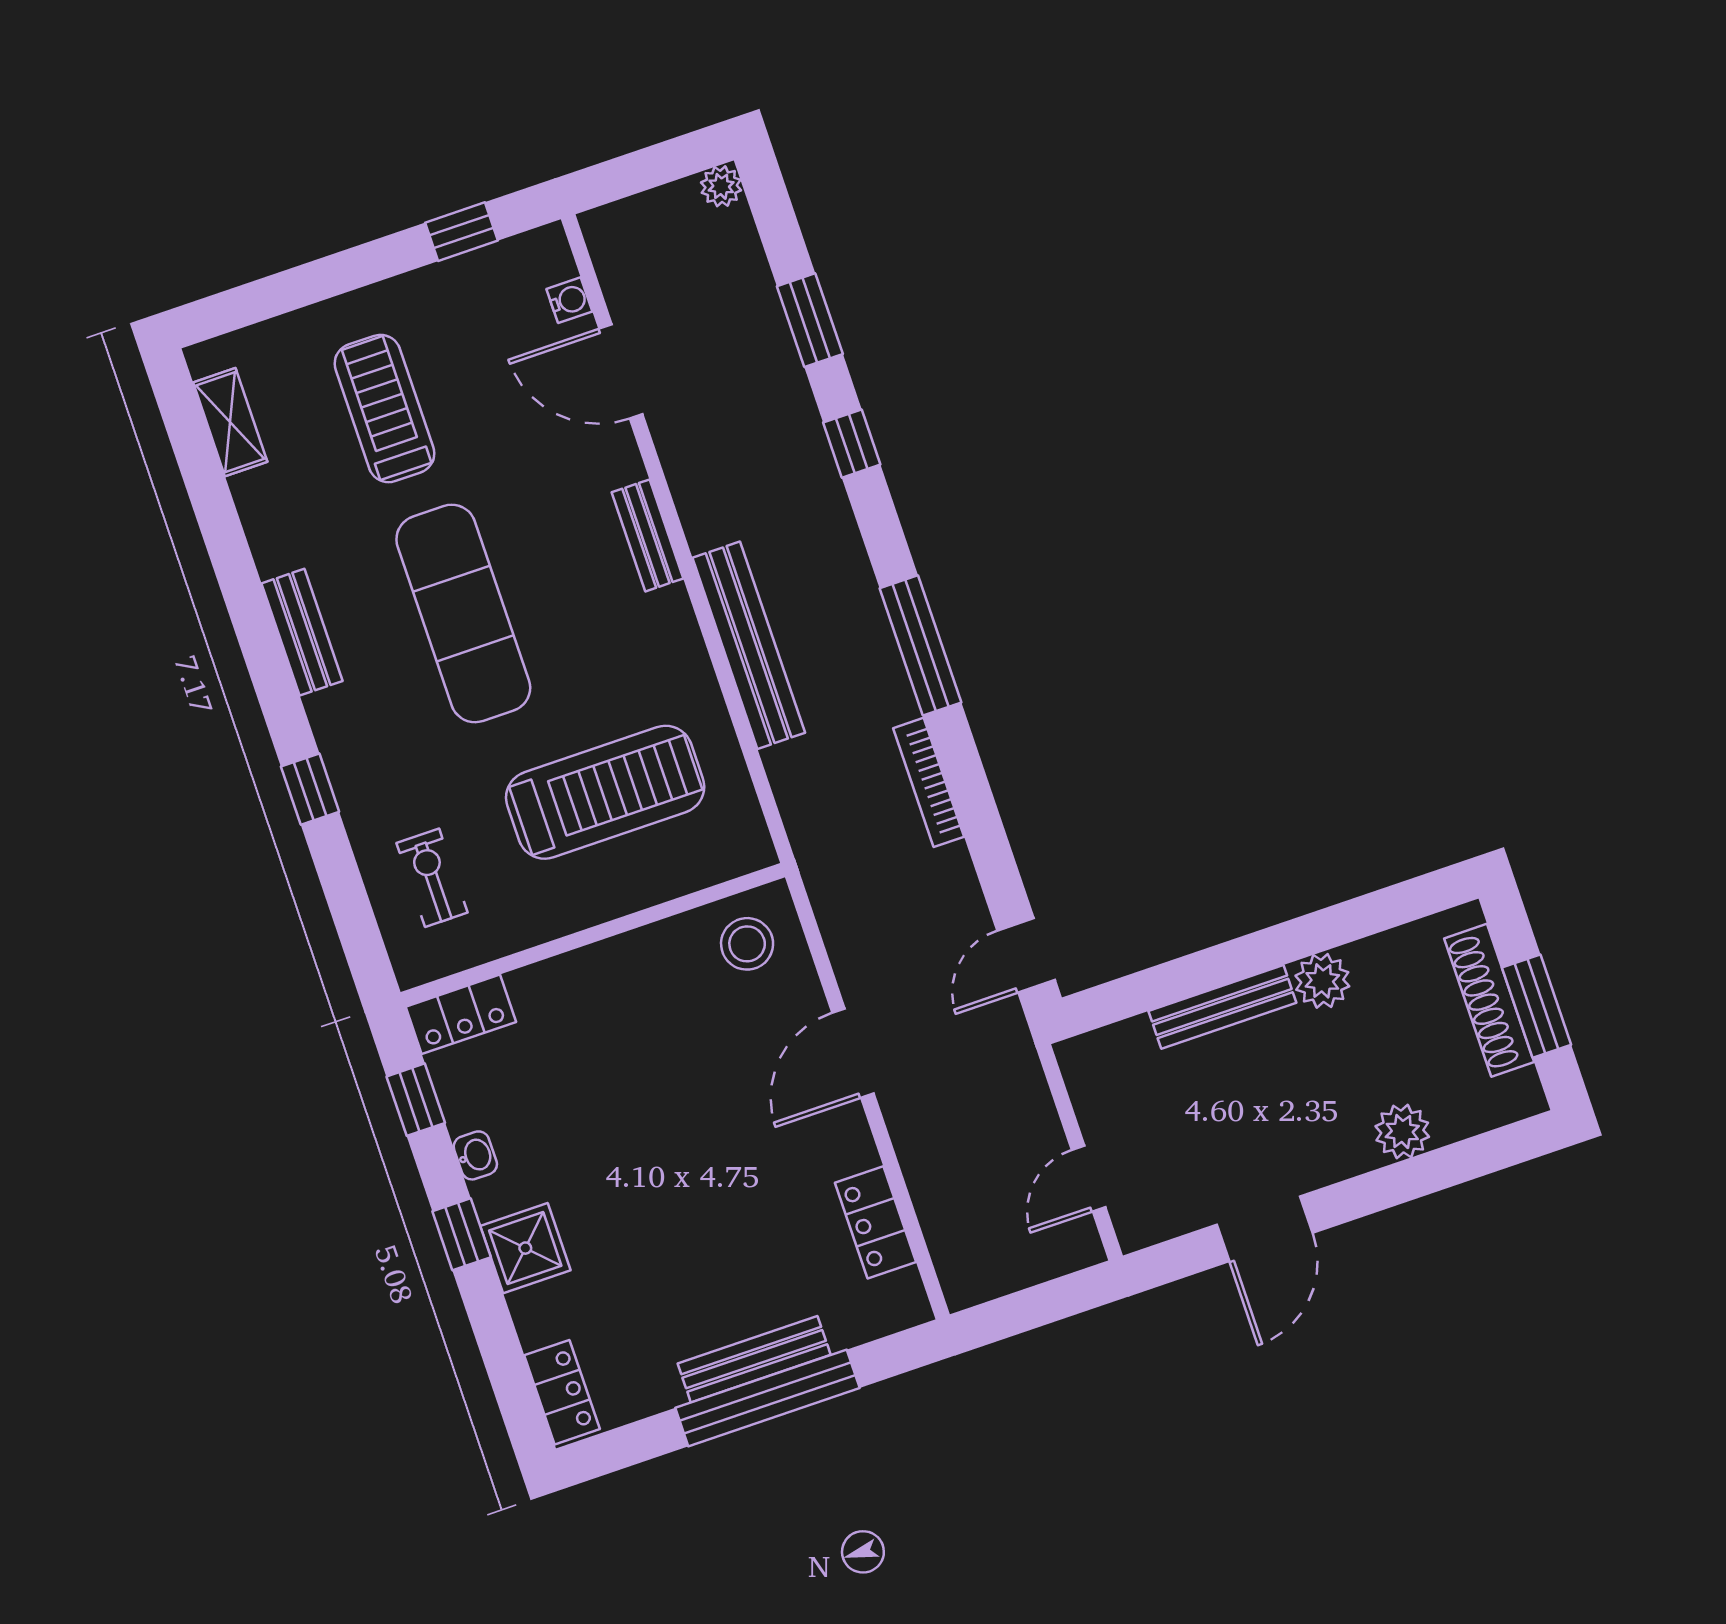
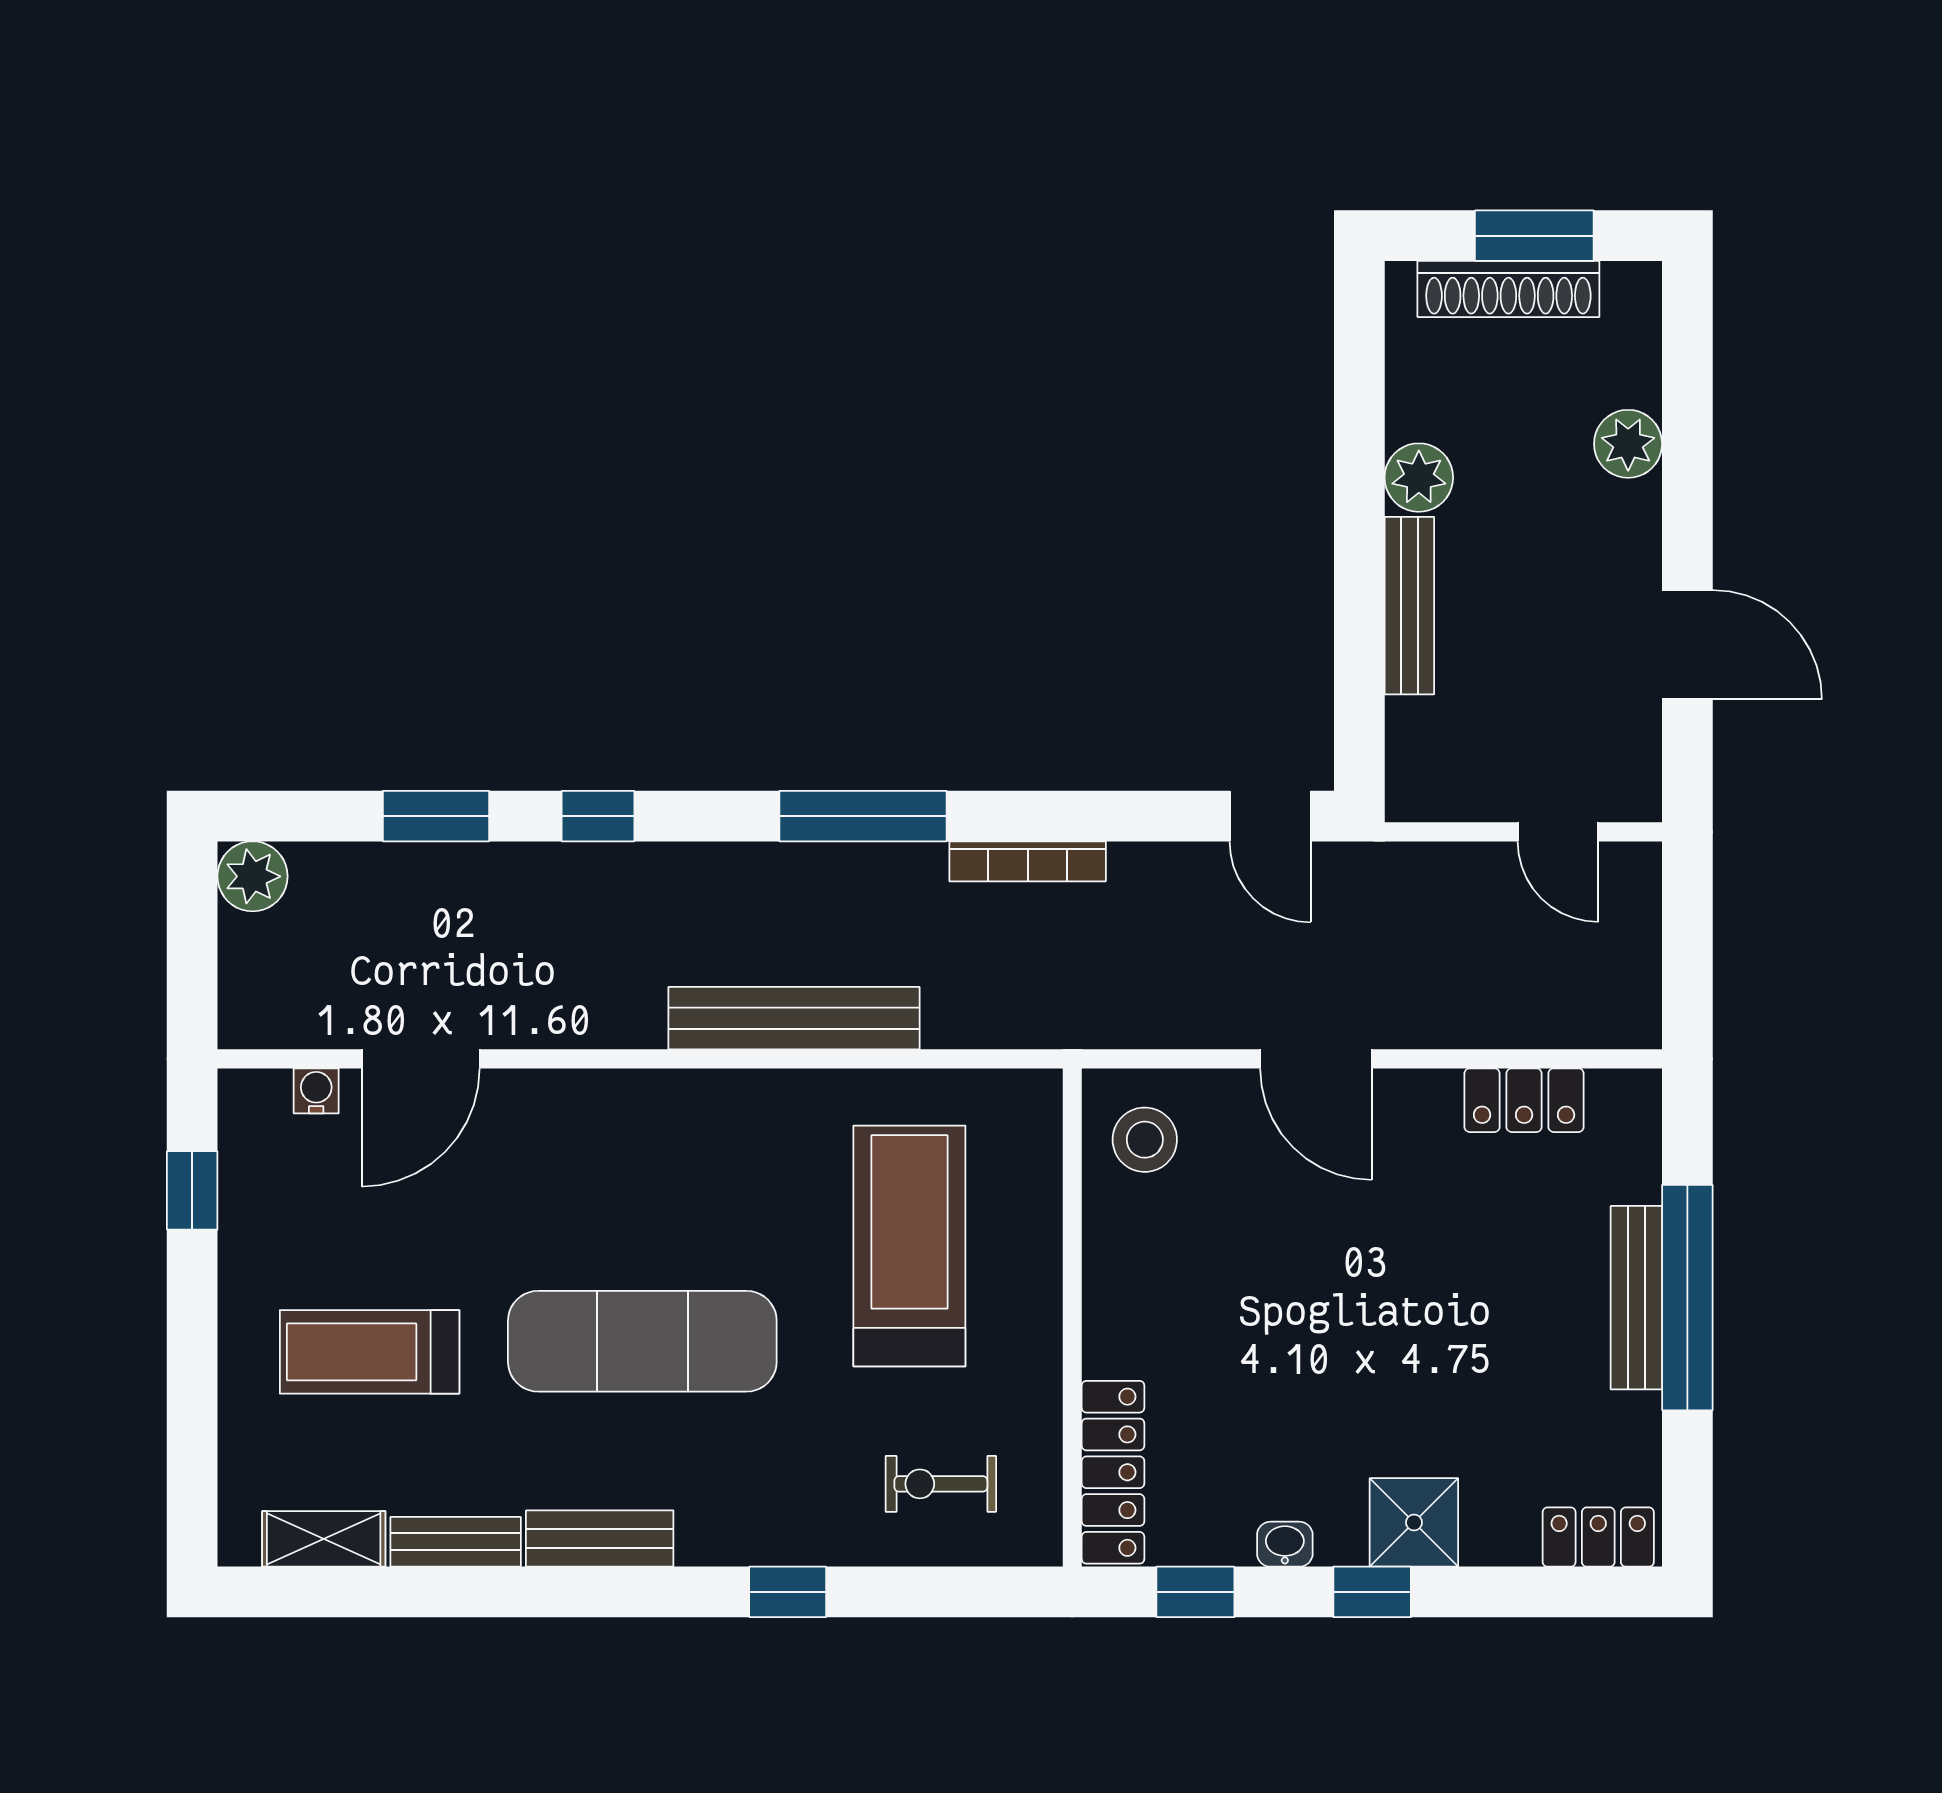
plant: (721, 186) -> (253, 876), width x1.38, depth x1.38
bench: (647, 535) -> (456, 1542), moved
locker: (461, 1014) -> (1113, 1472), width x1.53

